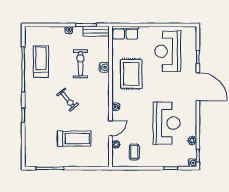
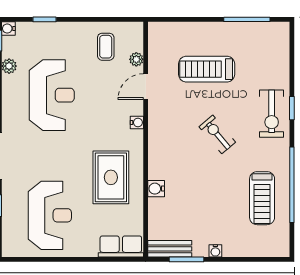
exercise bike: (80, 64) -> (272, 114), moved
reception desk: (166, 123) -> (52, 95), turned 180

